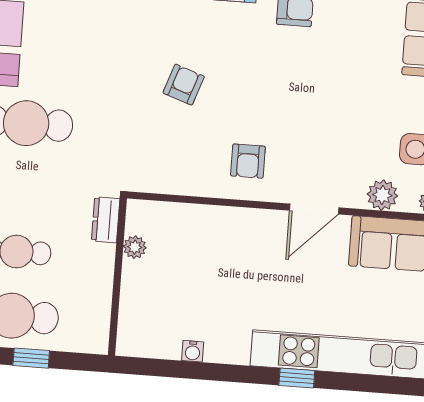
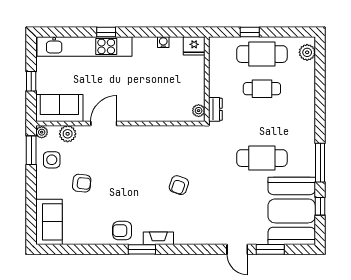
armchair: (248, 161) -> (82, 183), moved, turned 96
plant: (135, 247) -> (199, 111), moved
fridge: (136, 340) -> (194, 46), added

